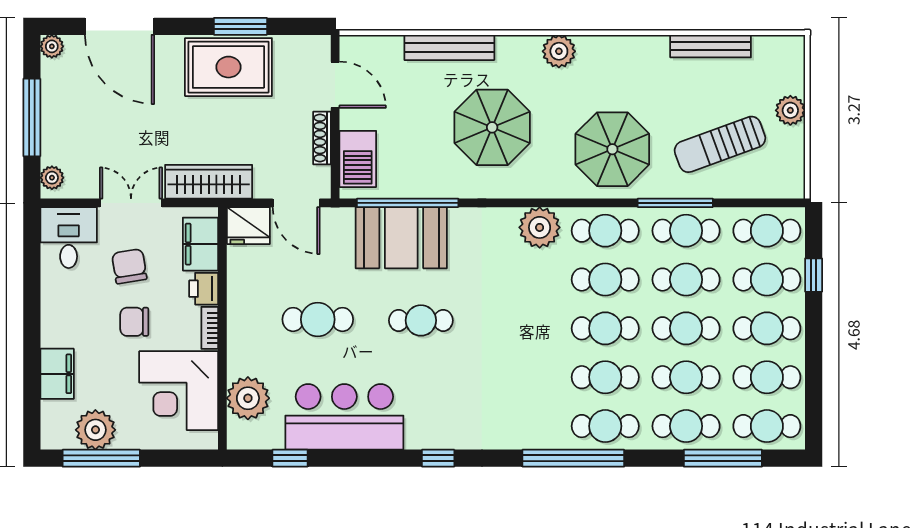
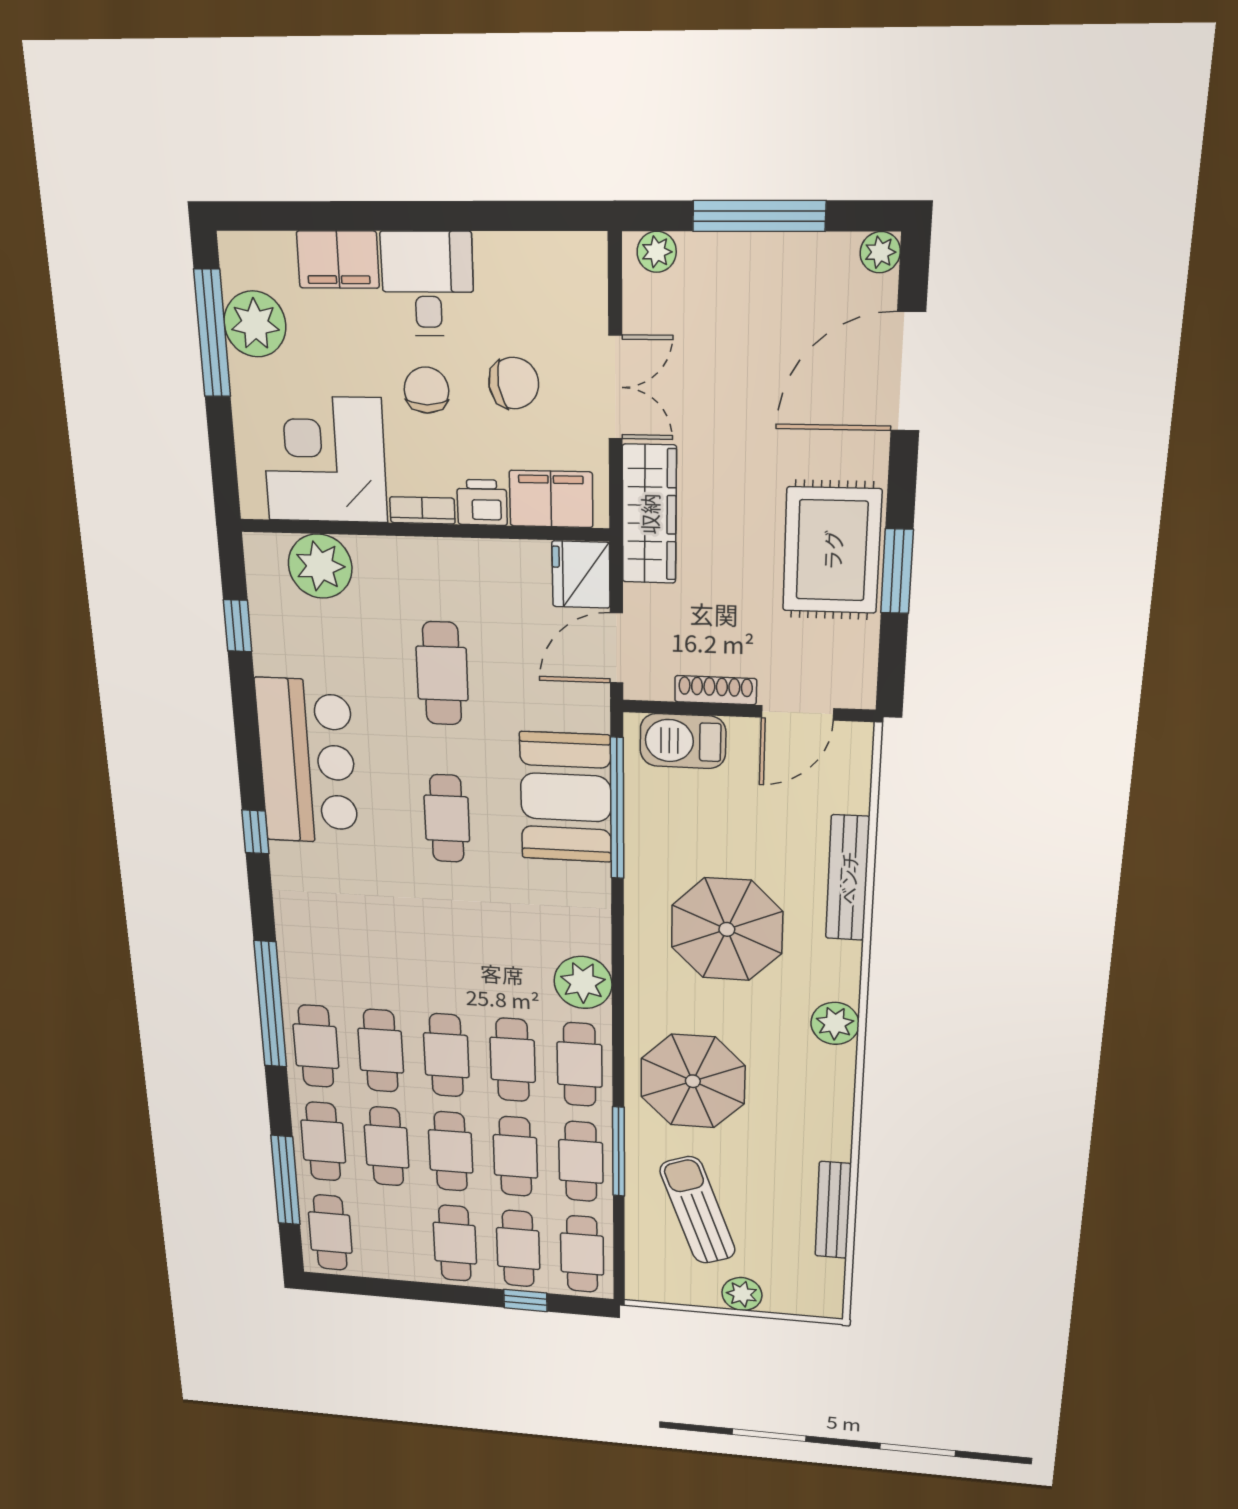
desk: (69, 238) -> (428, 284), moved, turned -90
cafe table: (767, 377) -> (392, 1238), removed
bar counter: (344, 417) -> (307, 762), moved

